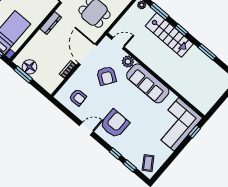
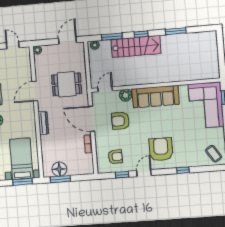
armchair: (106, 76) -> (120, 121), turned 146
window: (130, 166) -> (122, 175), moved

